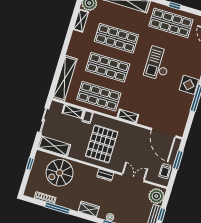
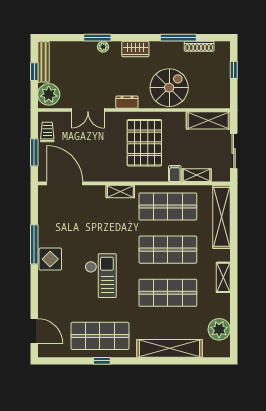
shelving: (81, 21) -> (223, 277), moved
window: (30, 164) -> (234, 70), moved
spiral stairs: (60, 173) -> (169, 88), moved

